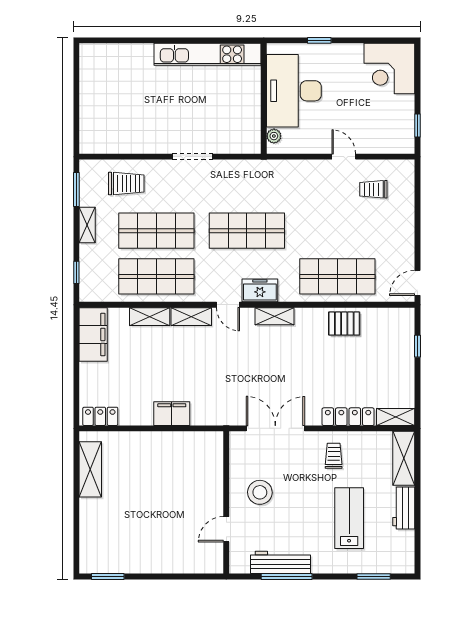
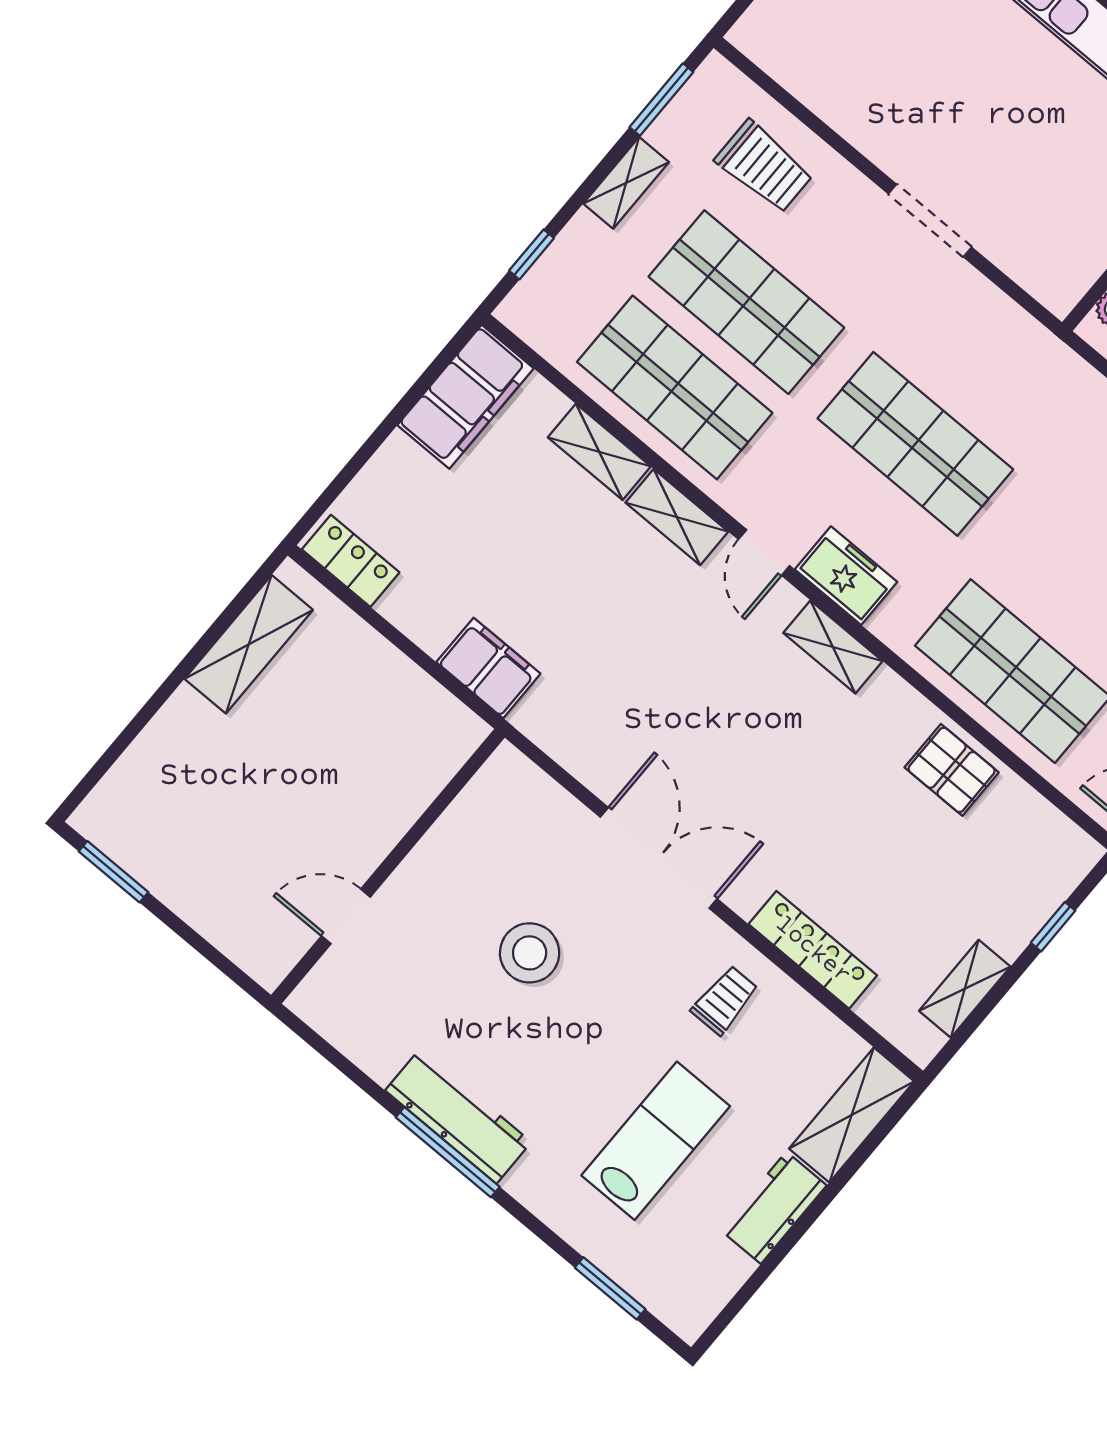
shelving: (396, 417) -> (965, 989), moved, turned 90
wall: (226, 502) -> (388, 866), moved
door: (226, 529) -> (346, 916), moved

